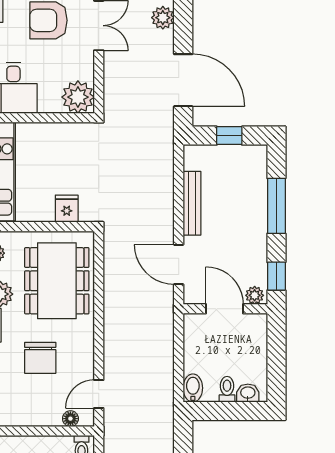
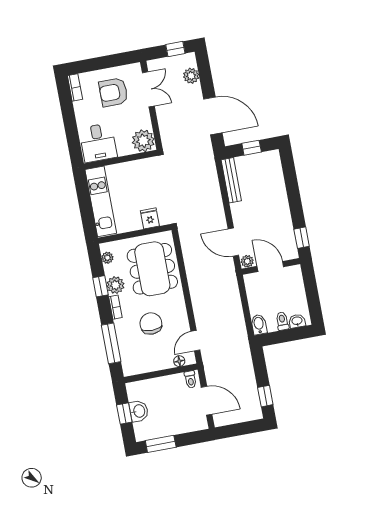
bench: (192, 203) -> (231, 180), moved
window: (276, 206) -> (293, 190), removed
plant: (255, 295) -> (247, 261), moved
chair: (40, 358) -> (151, 323), turned 180

